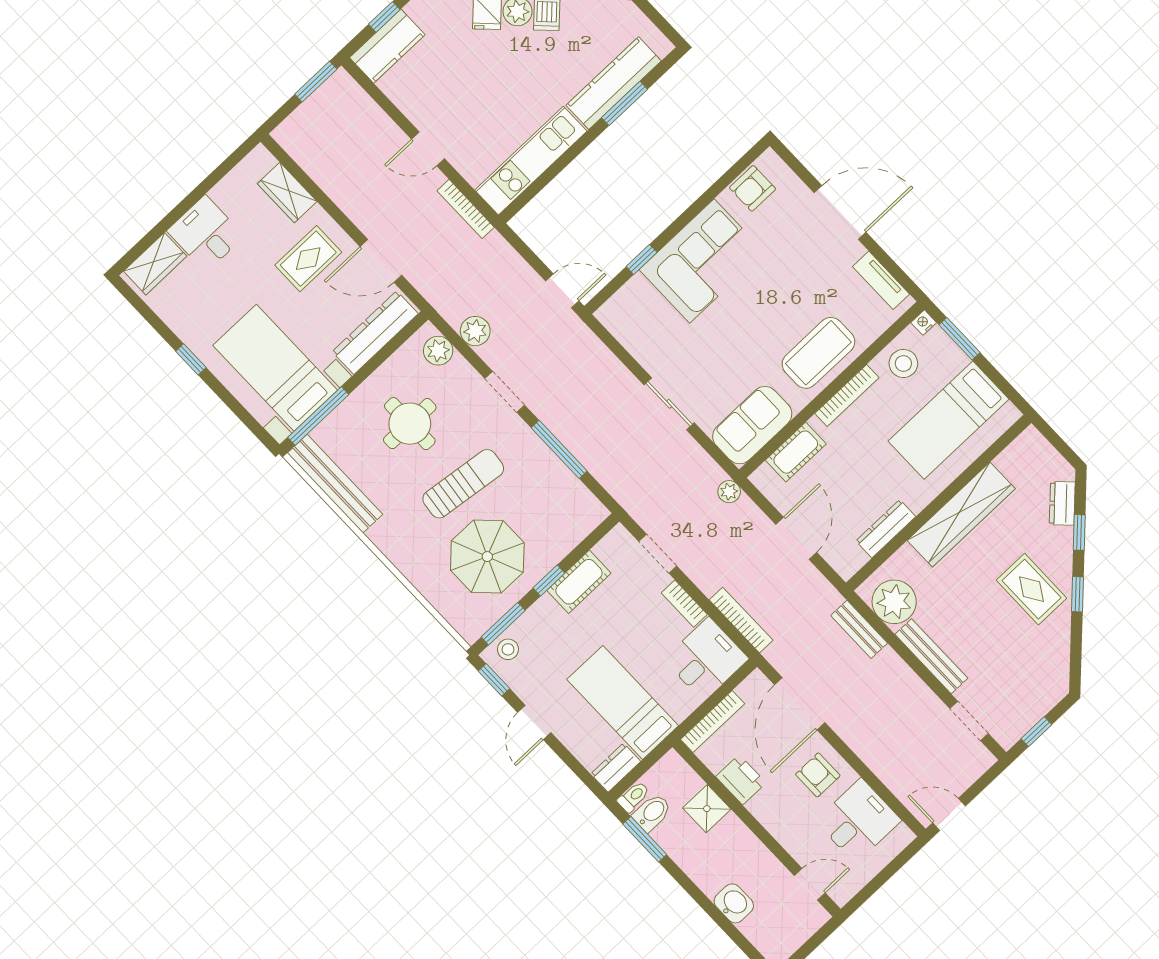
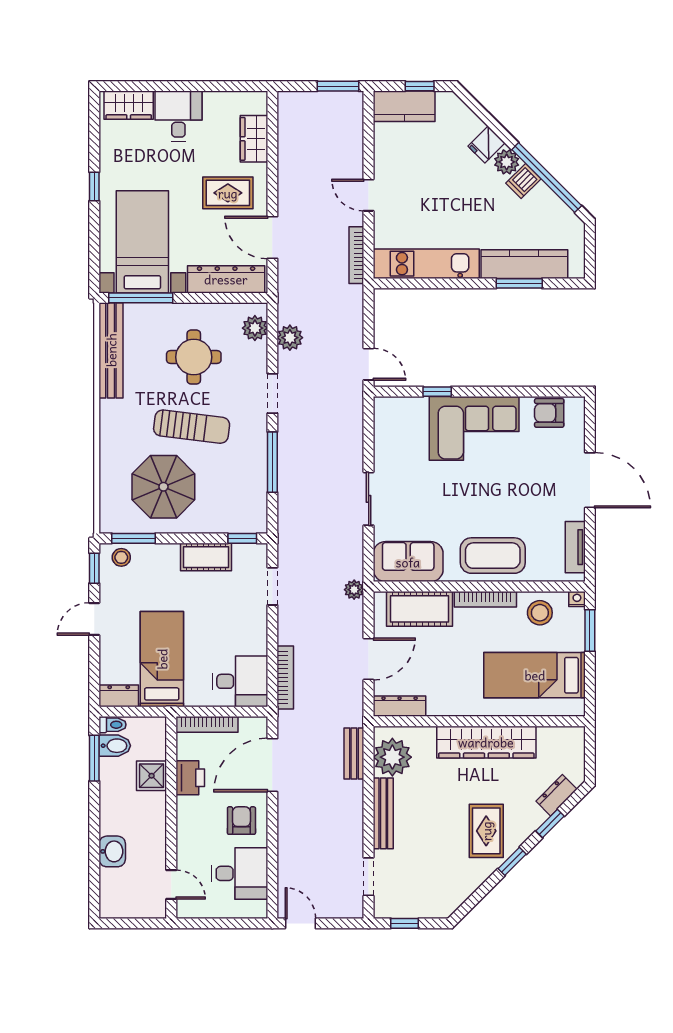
cot: (796, 452) -> (420, 609), width x1.37, depth x1.34
dresser: (886, 529) -> (400, 706), moved
window: (549, 580) -> (242, 538), moved
bookcase: (684, 604) -> (259, 633), removed

